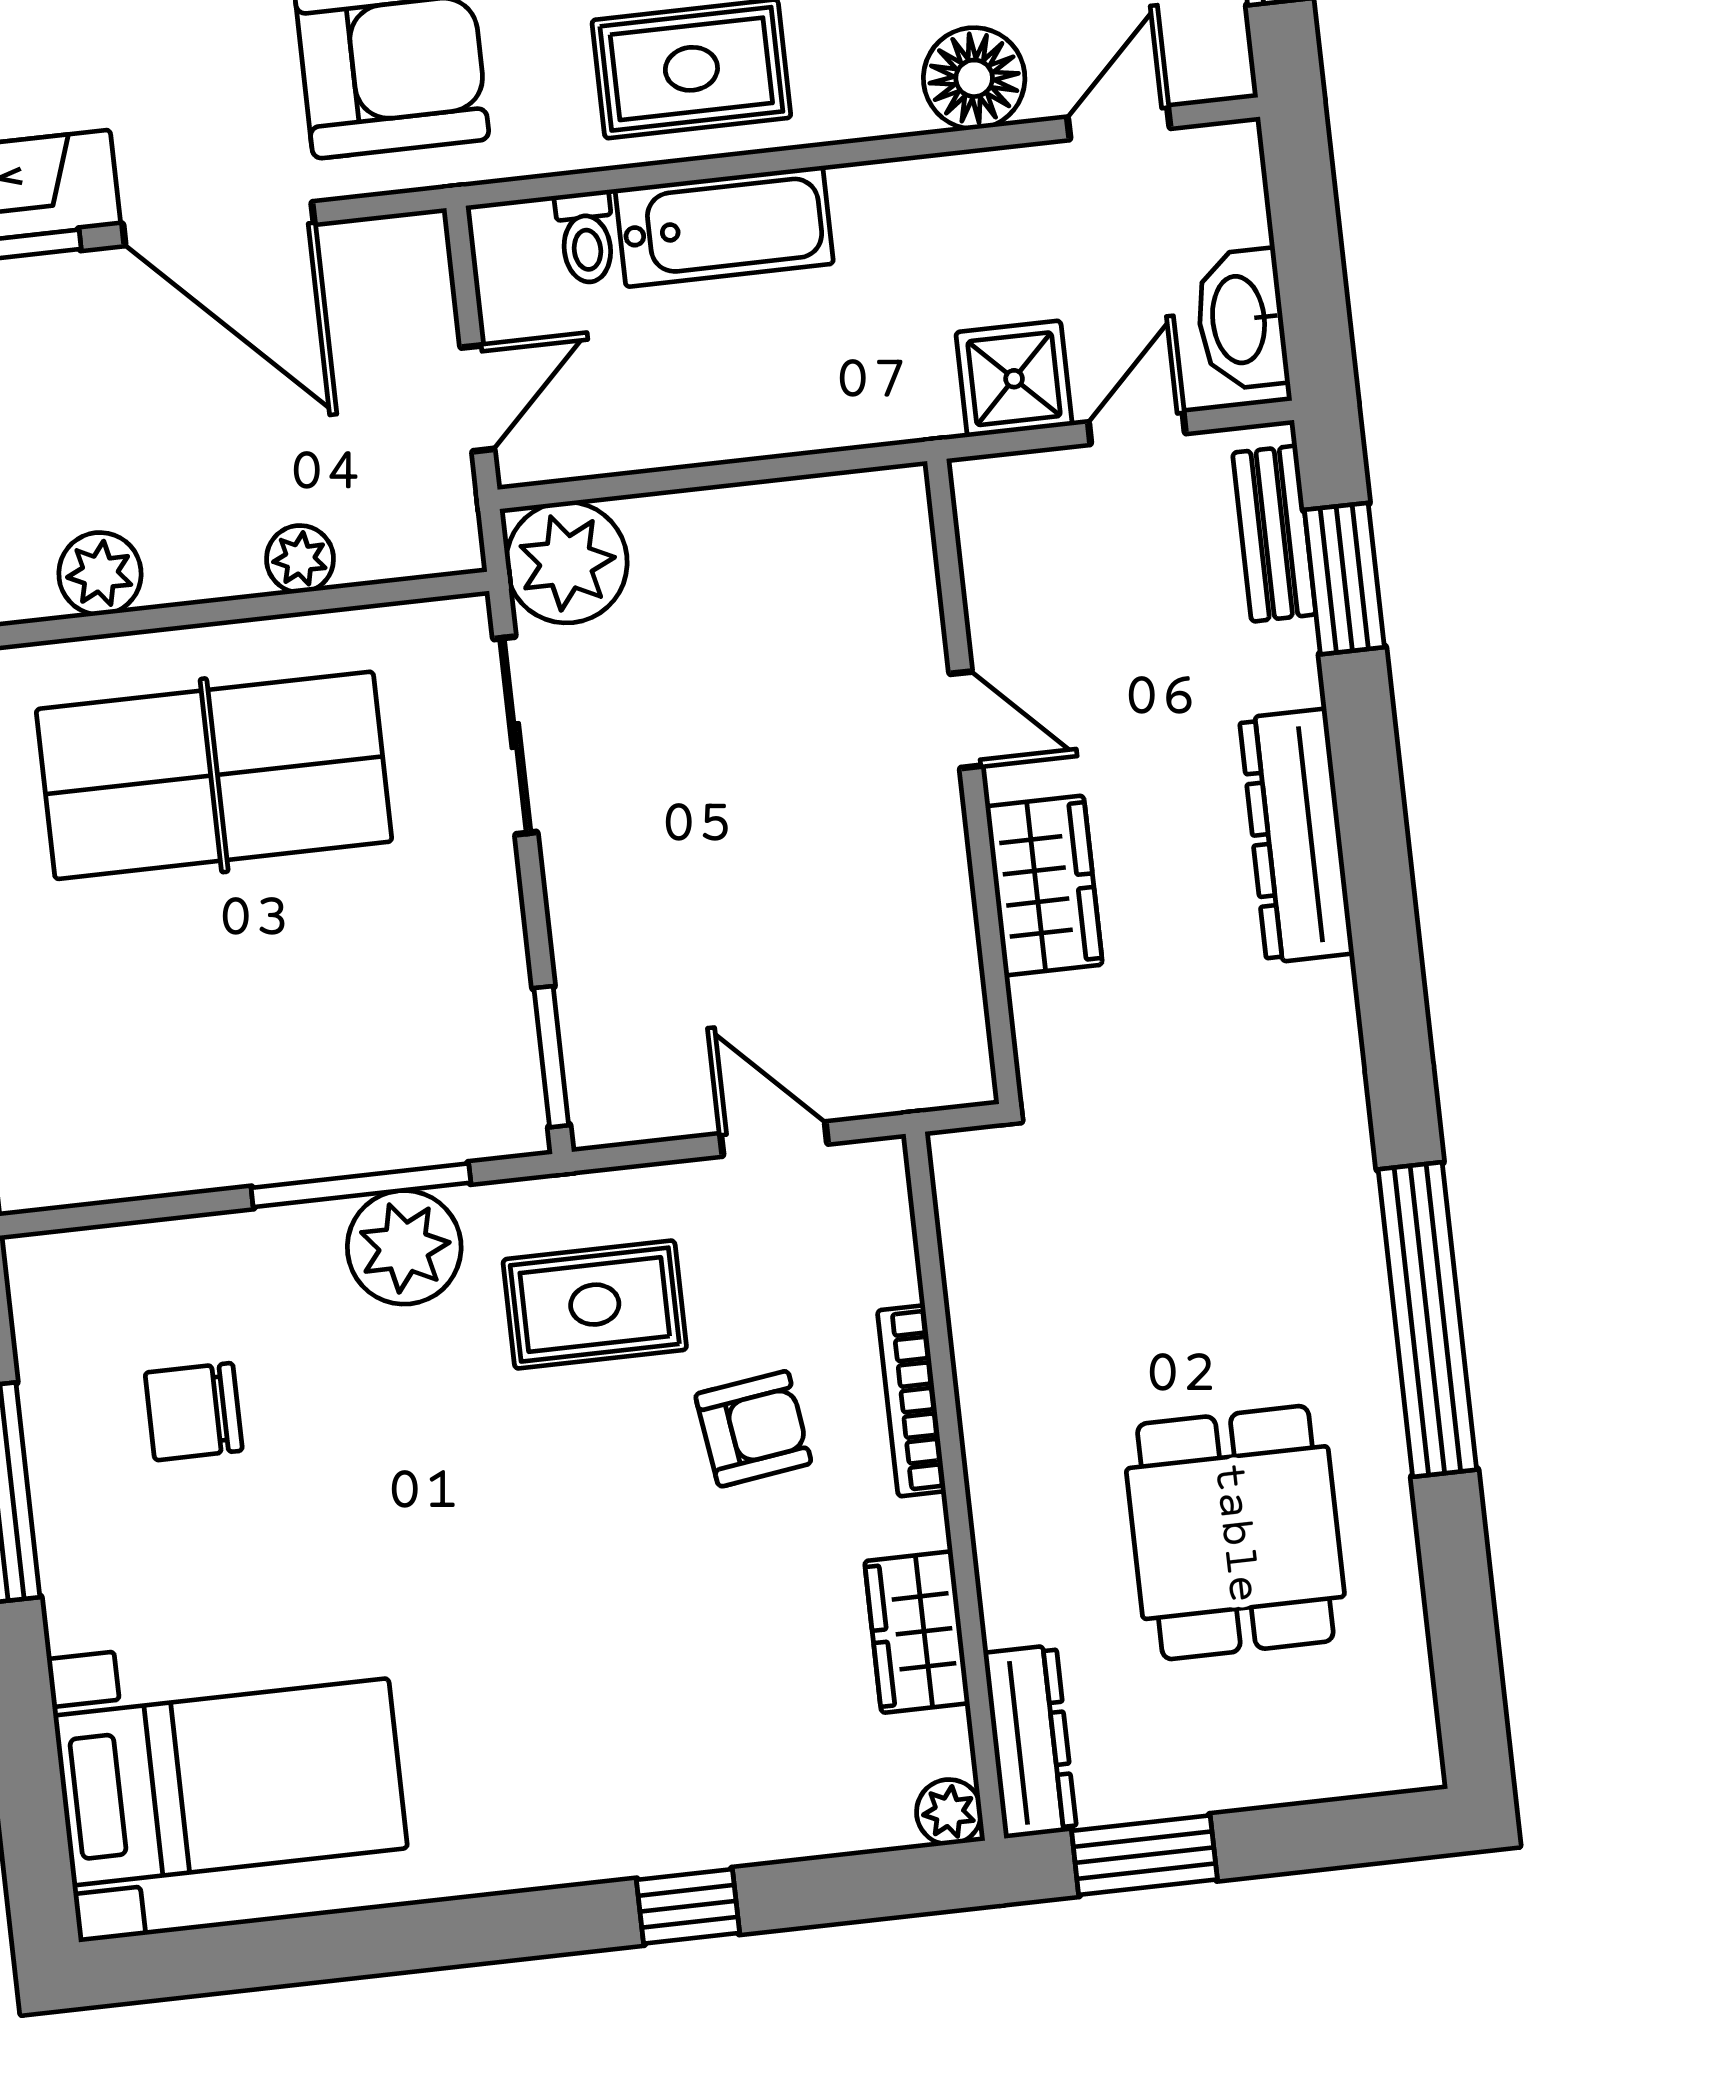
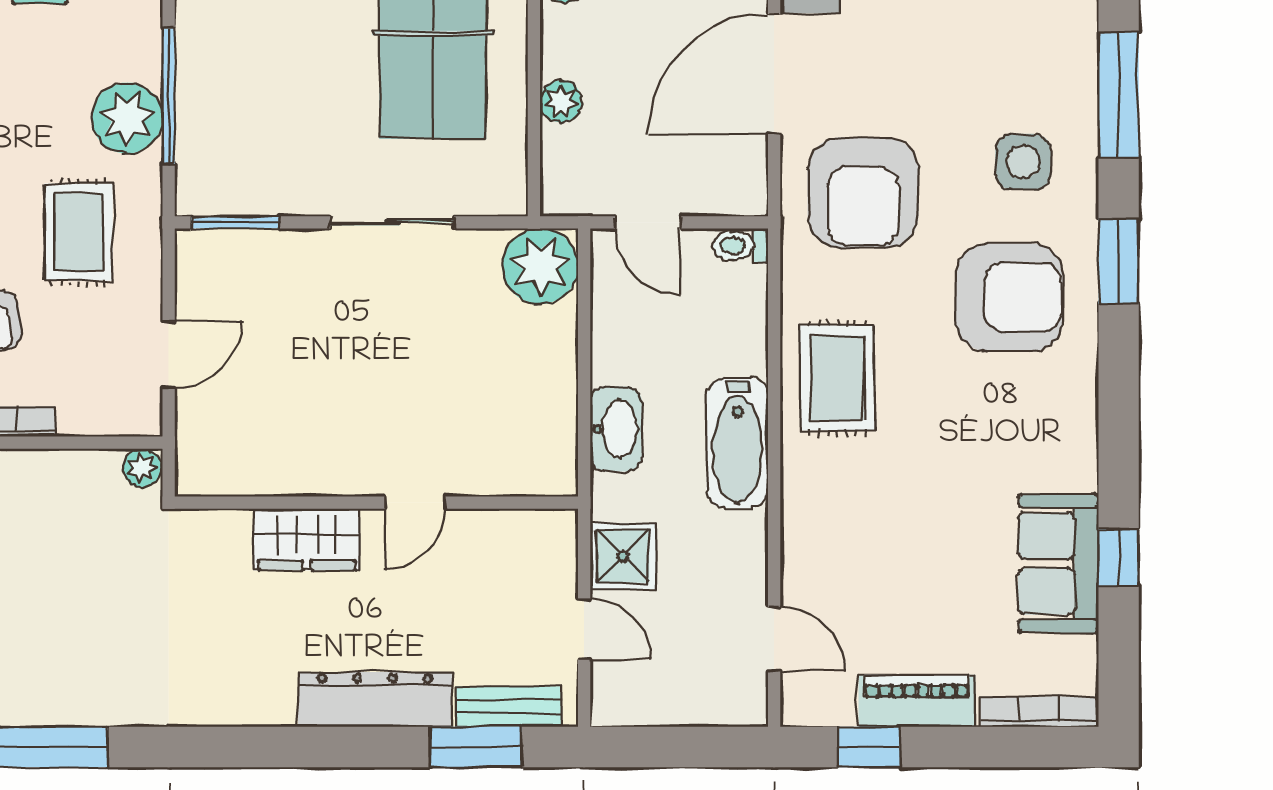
floor lamp: (974, 78) -> (812, 552), removed
bathtub: (724, 226) -> (737, 443), moved
toilet: (586, 237) -> (740, 246), moved
washbasin: (1241, 319) -> (616, 429), moved, turned 90
sliding door: (515, 736) -> (392, 222), moved
dresser: (1297, 836) -> (375, 700), moved
plant: (959, 1161) -> (142, 468), added

